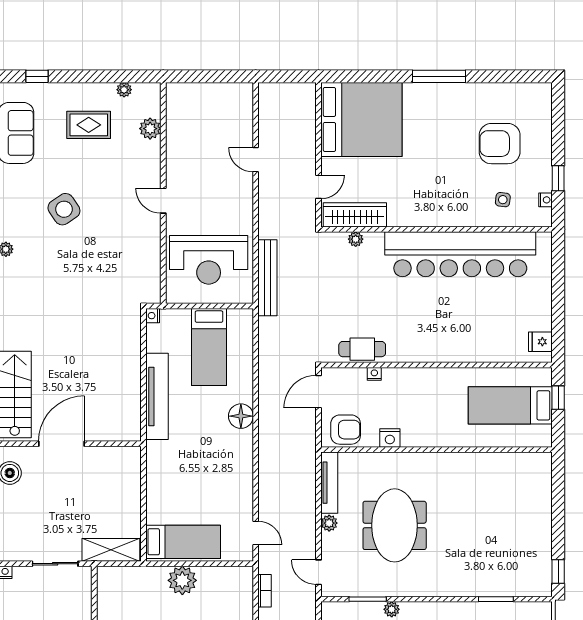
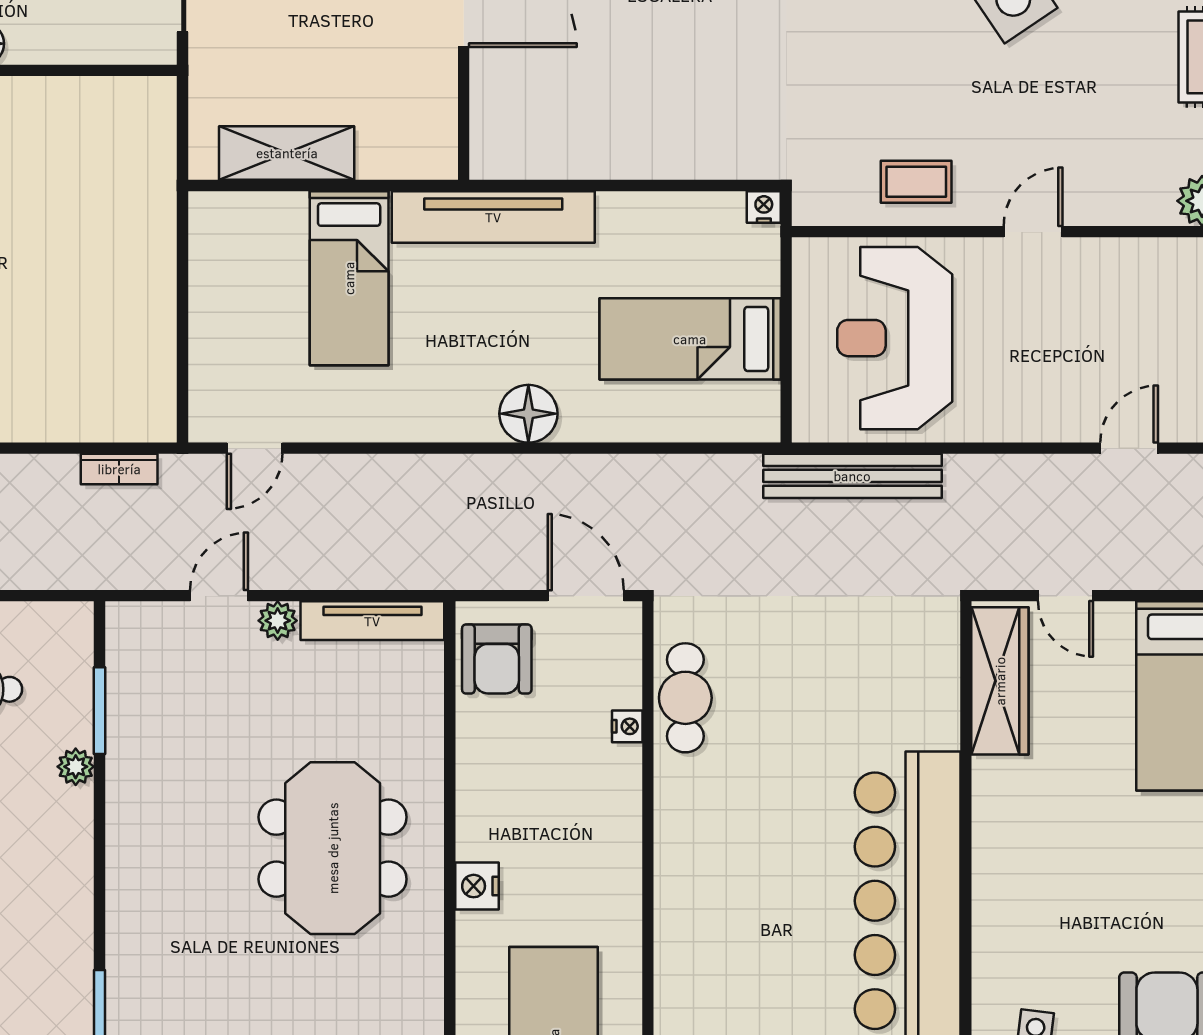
plant: (356, 239) -> (943, 683), removed
coffee table: (142, 251) -> (916, 182), added
tv unit: (157, 396) -> (493, 217), moved
nightstand: (390, 438) -> (477, 886), moved
meeting table: (395, 525) -> (333, 848), moved, turned 90
bed: (183, 542) -> (349, 278), moved
shelving: (111, 550) -> (287, 153), moved, turned 90
door: (319, 572) -> (219, 596), moved
plant: (182, 580) -> (143, 276), removed

